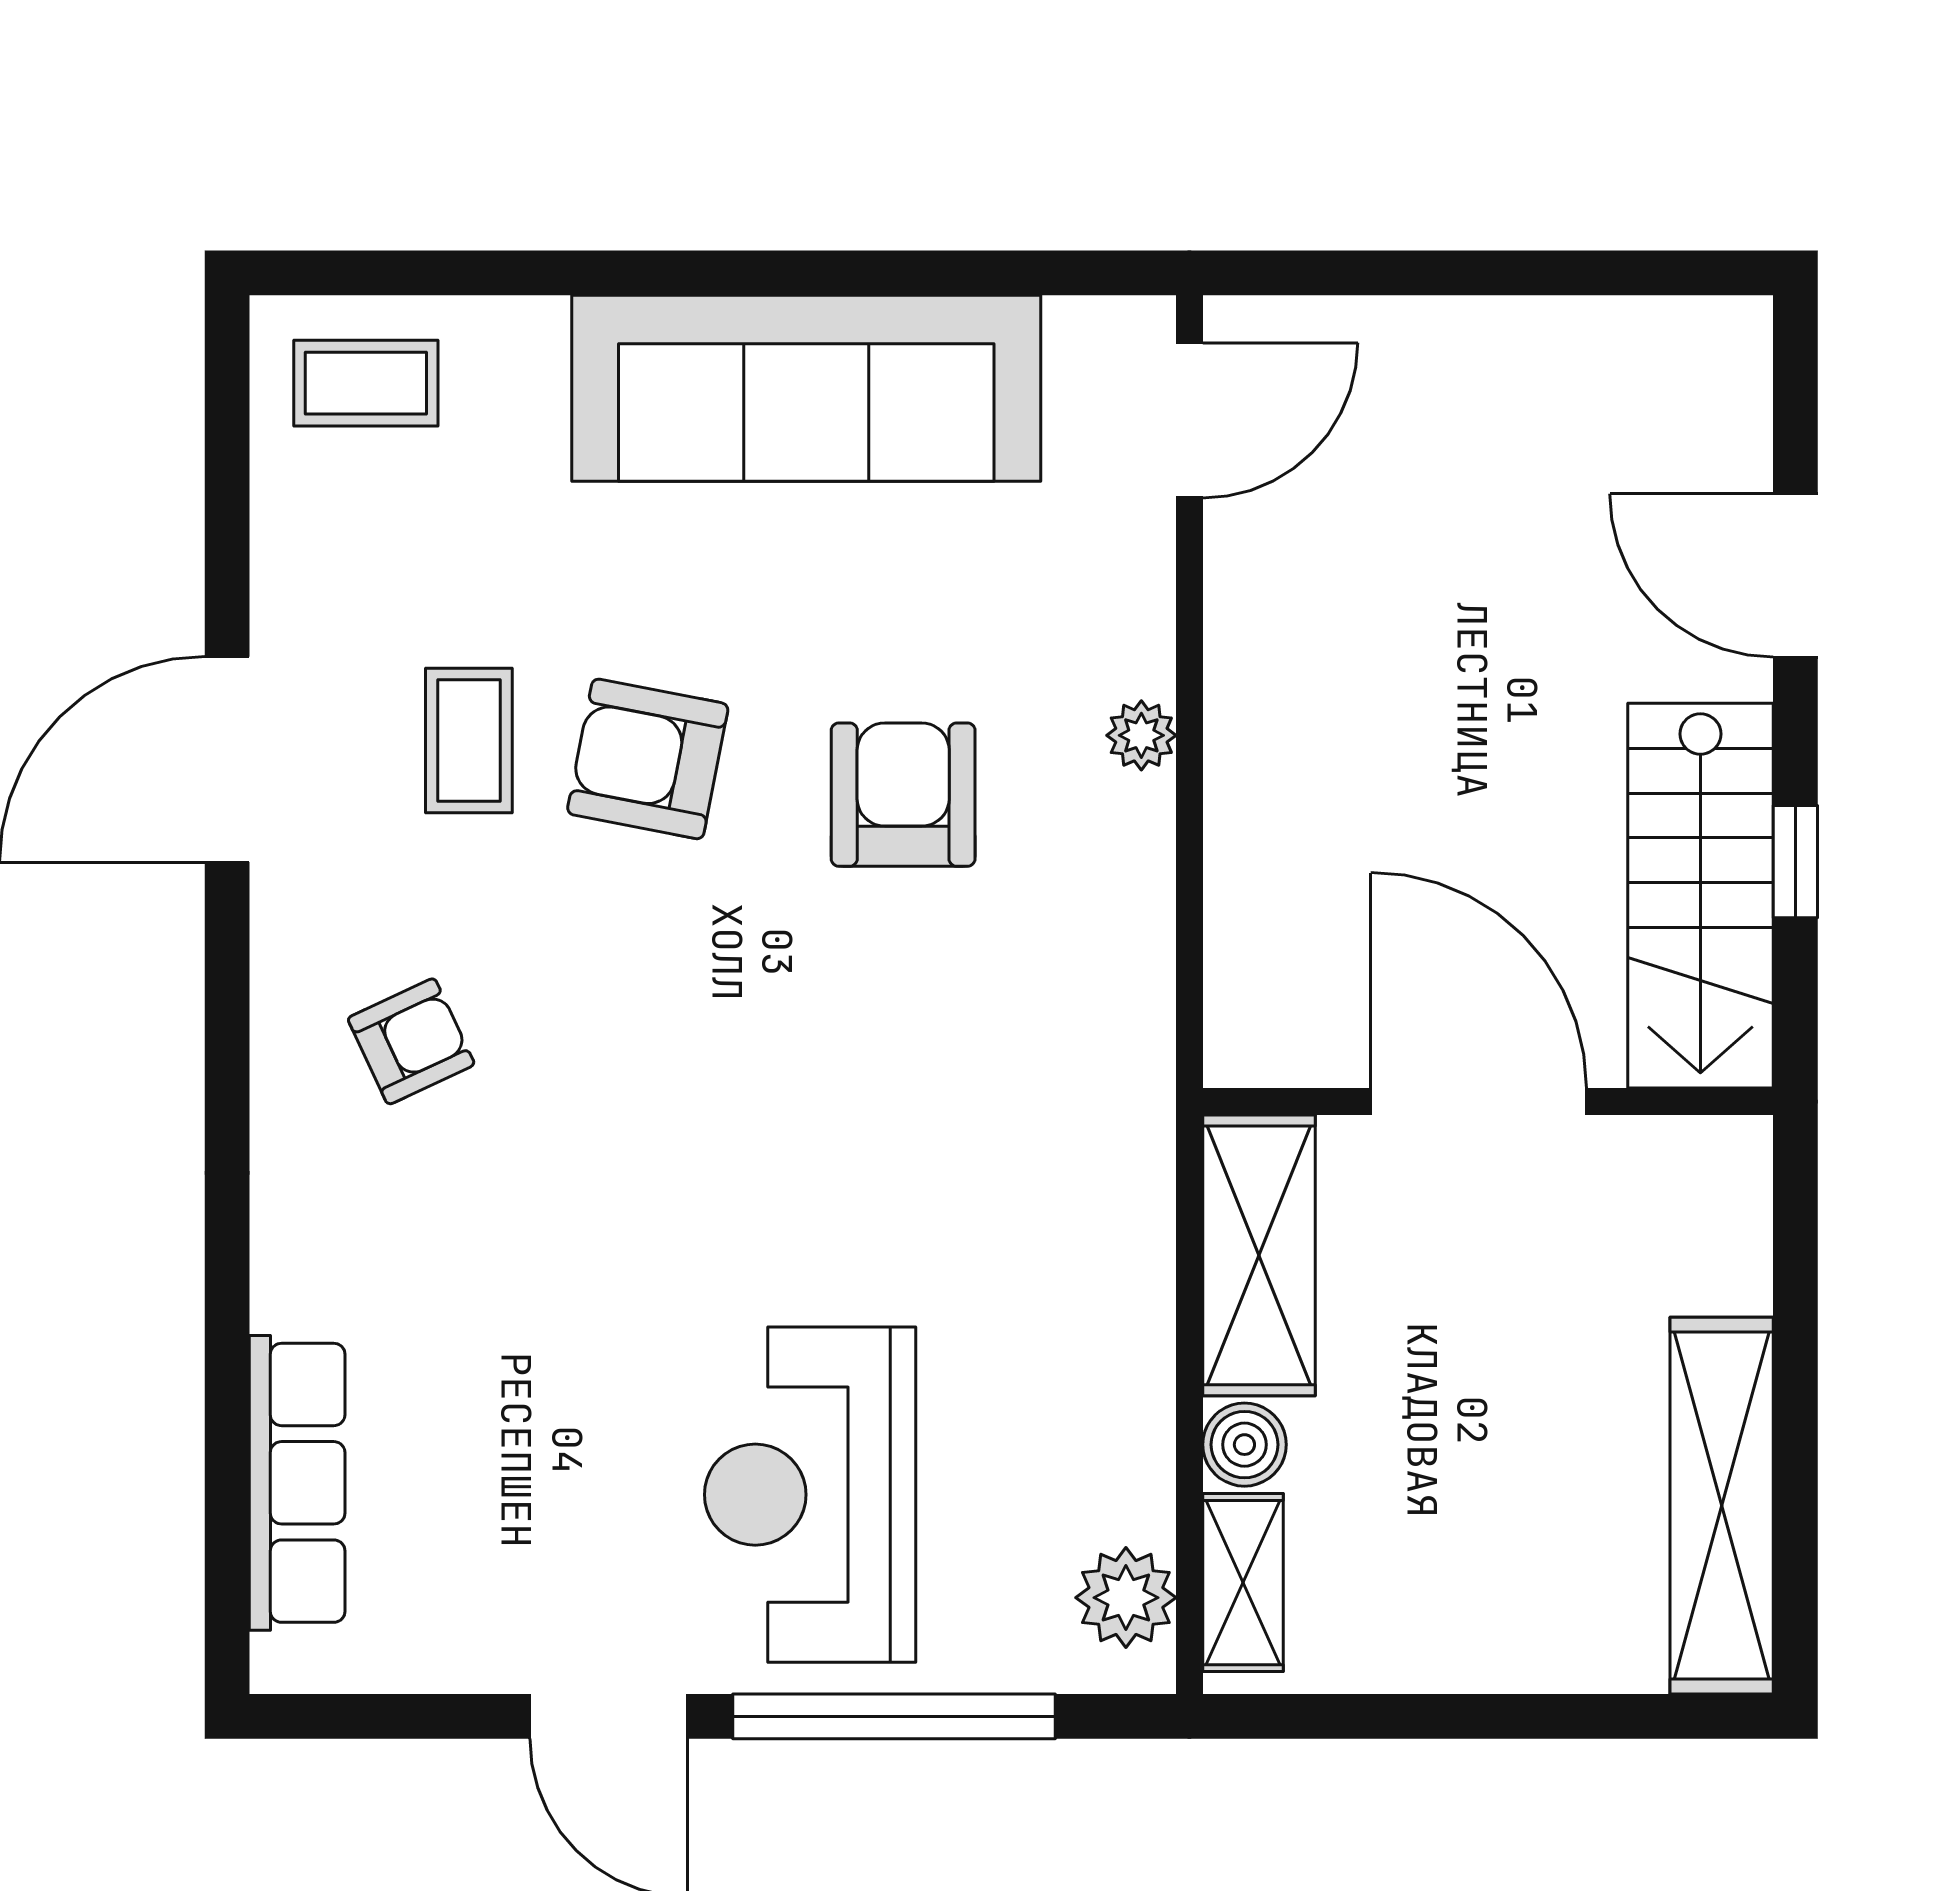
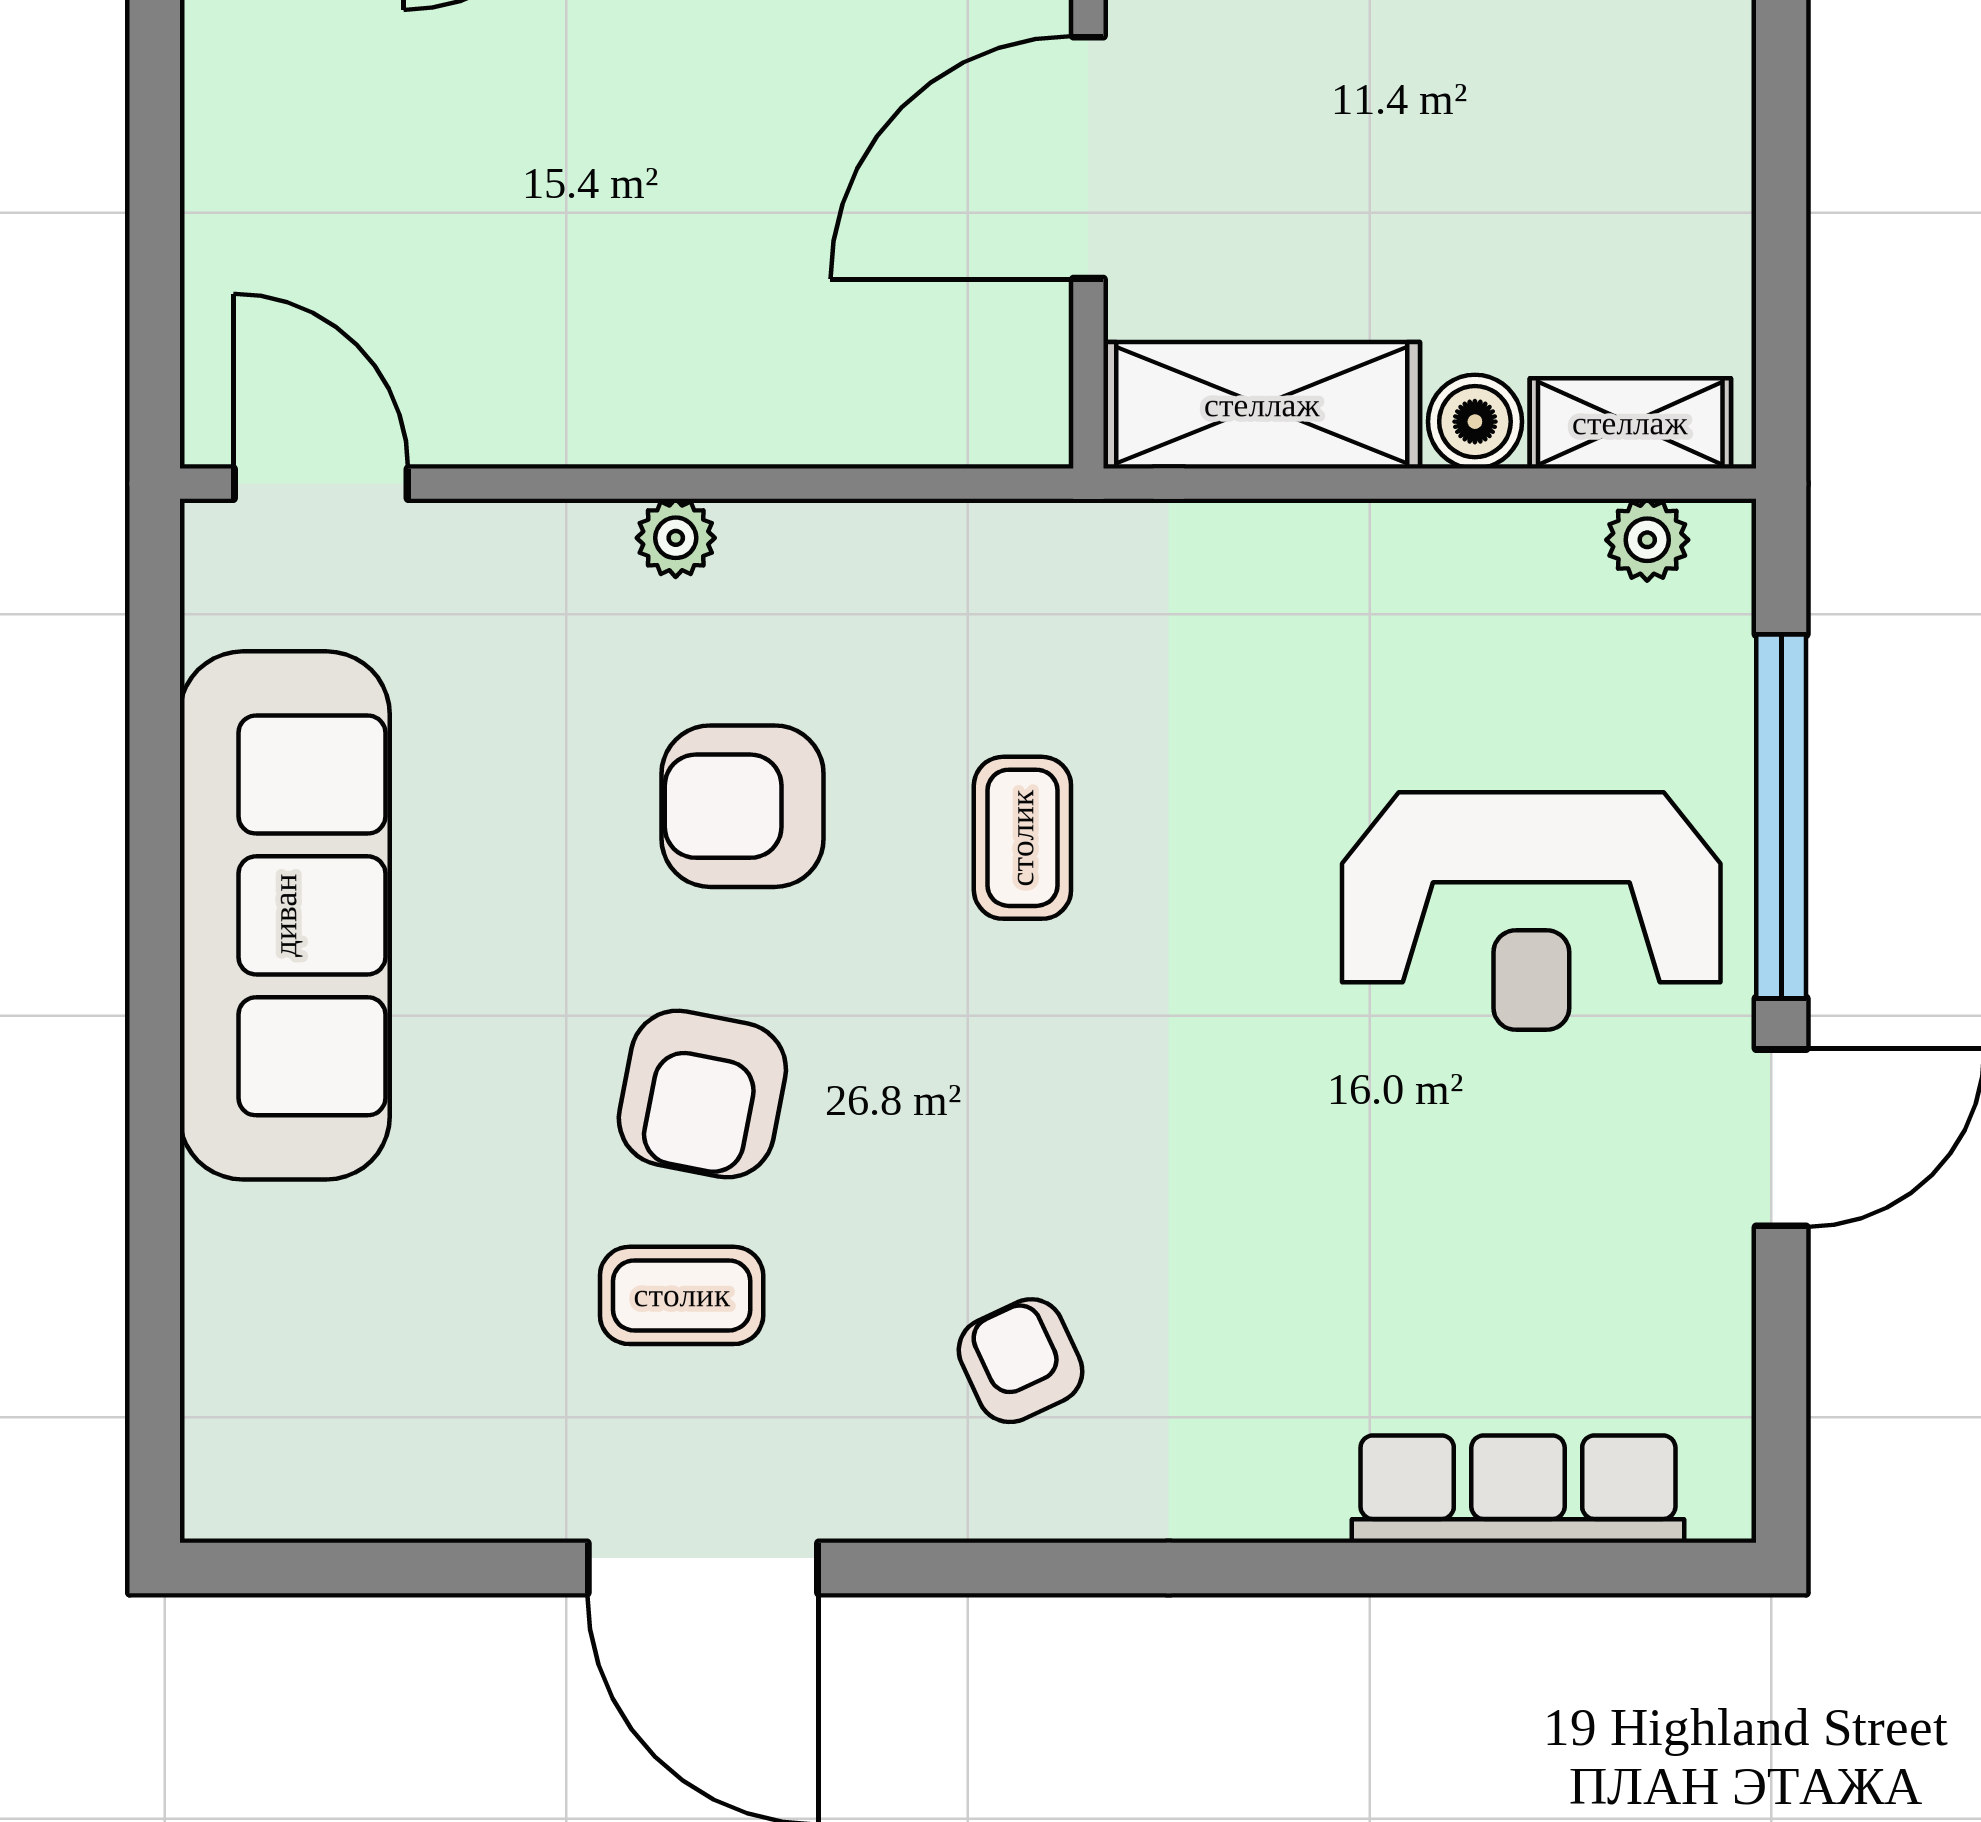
coffee table: (366, 383) -> (1022, 838), moved
plant: (1126, 1598) -> (1647, 540), width x0.73, depth x0.73

